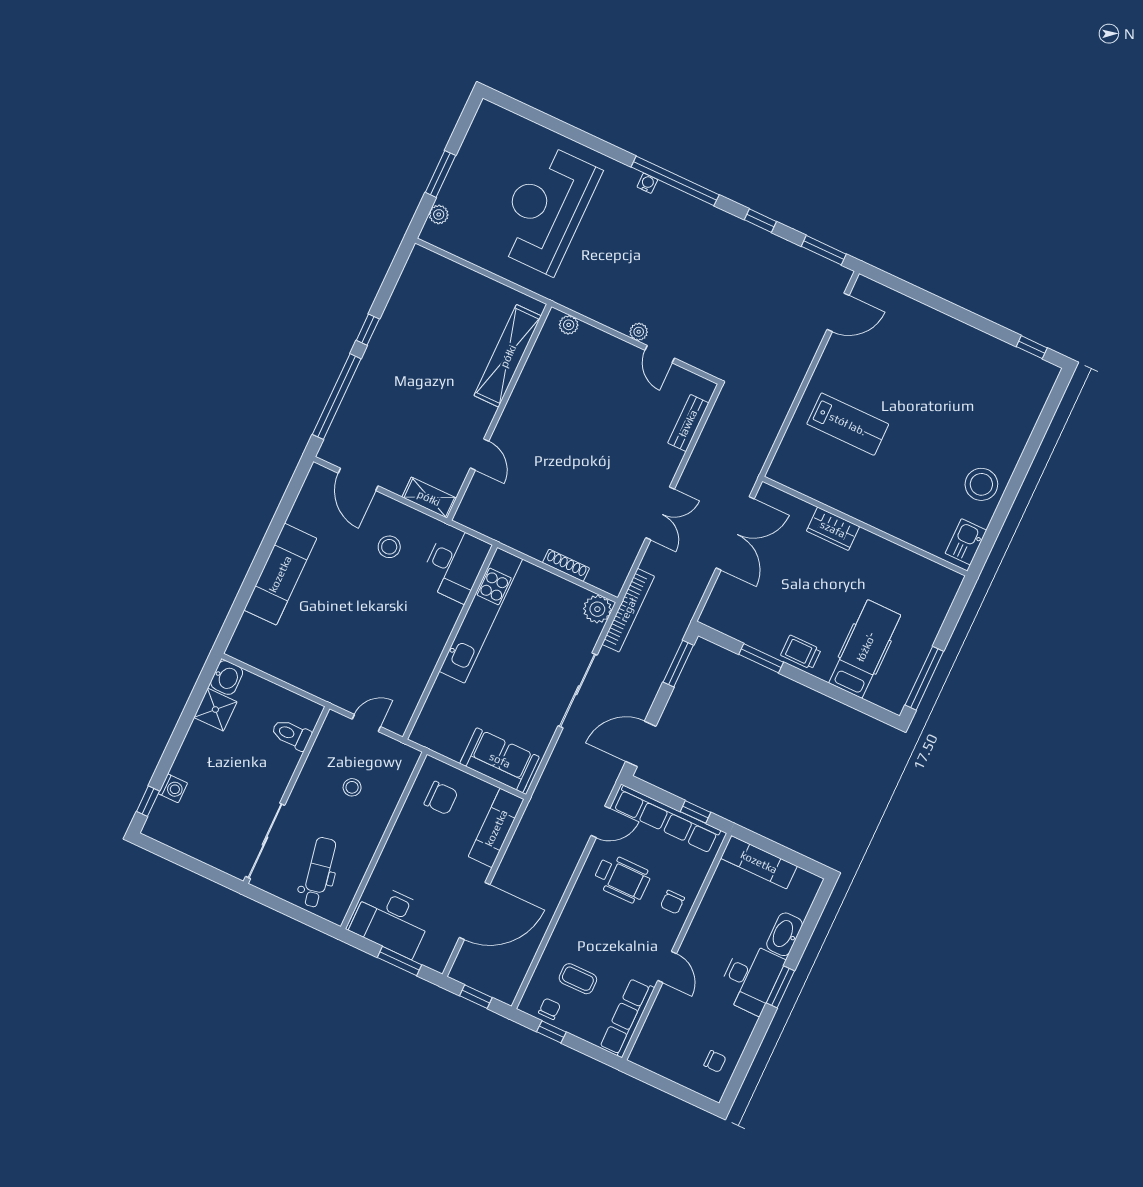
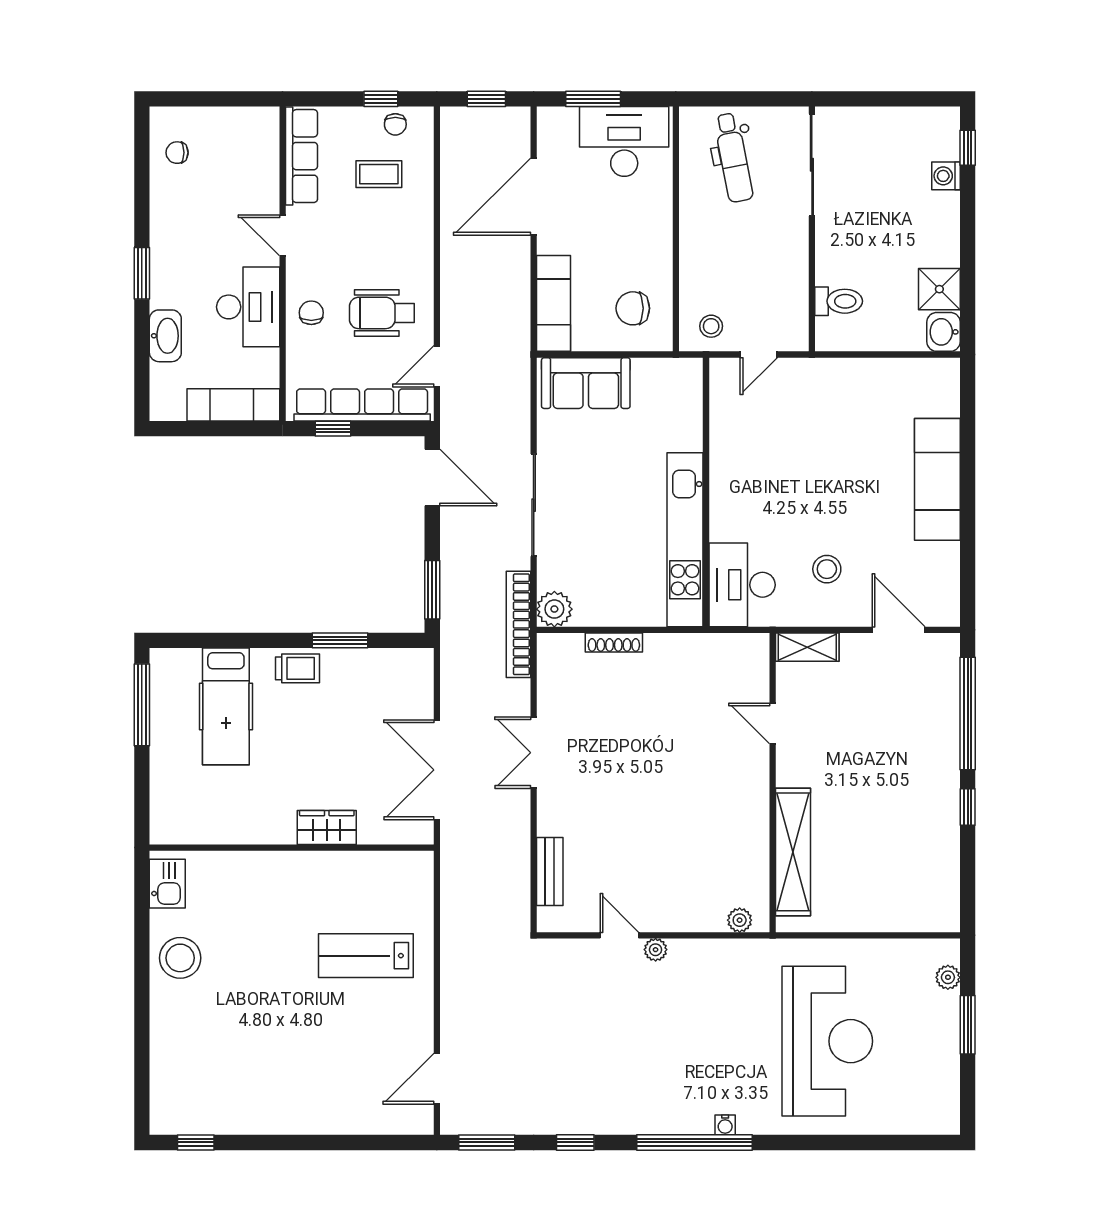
door: (641, 744) -> (432, 477), hinge flipped
stool: (352, 787) -> (711, 326), moved
desk: (751, 978) -> (248, 307), moved, turned 180

